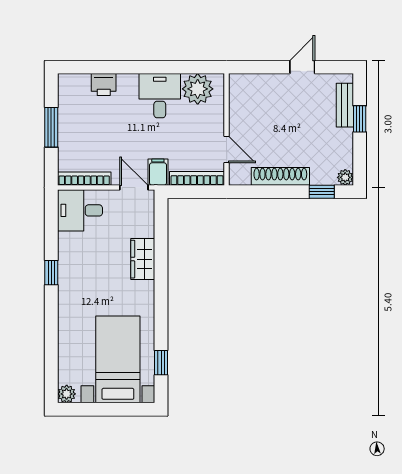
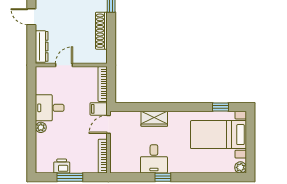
dresser: (256, 83) -> (42, 46), added
printer: (104, 85) -> (62, 166), moved, turned -90
plant: (198, 89) -> (41, 127), moved, width x0.53, depth x0.53
door: (227, 149) -> (64, 65), moved
desk: (80, 210) -> (154, 159), moved

